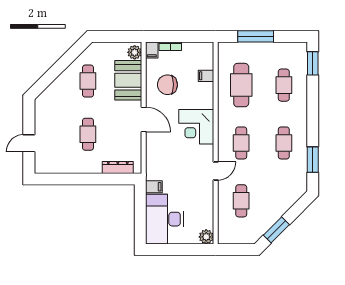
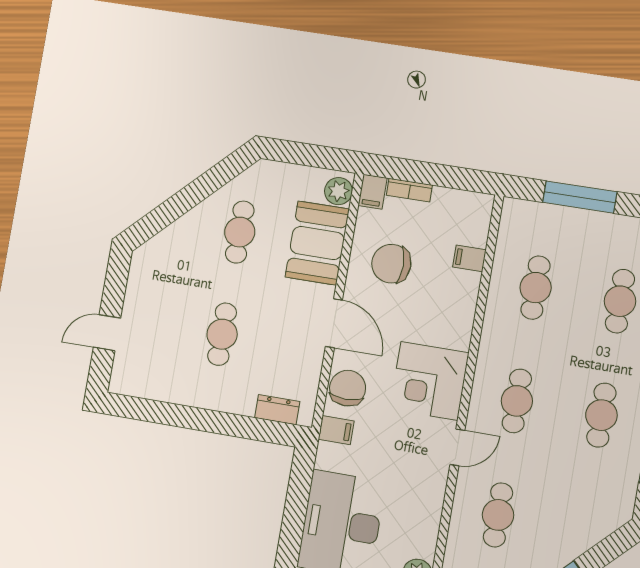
cafe table: (241, 85) -> (536, 288), width x0.73, depth x0.74
corner desk: (196, 127) -> (429, 381), moved
chair: (156, 151) -> (348, 388), added
dresser: (118, 167) -> (277, 410), width x0.70
filing cabinet: (154, 187) -> (336, 430), moved

